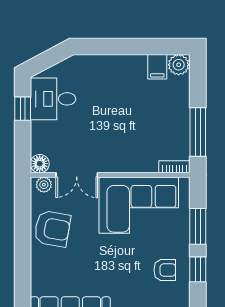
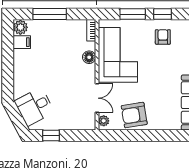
desk: (53, 99) -> (34, 107), moved, turned 62
window: (198, 132) -> (50, 14), moved
floor lamp: (40, 164) -> (89, 57), moved
armchair: (52, 229) -> (134, 115), turned -109

